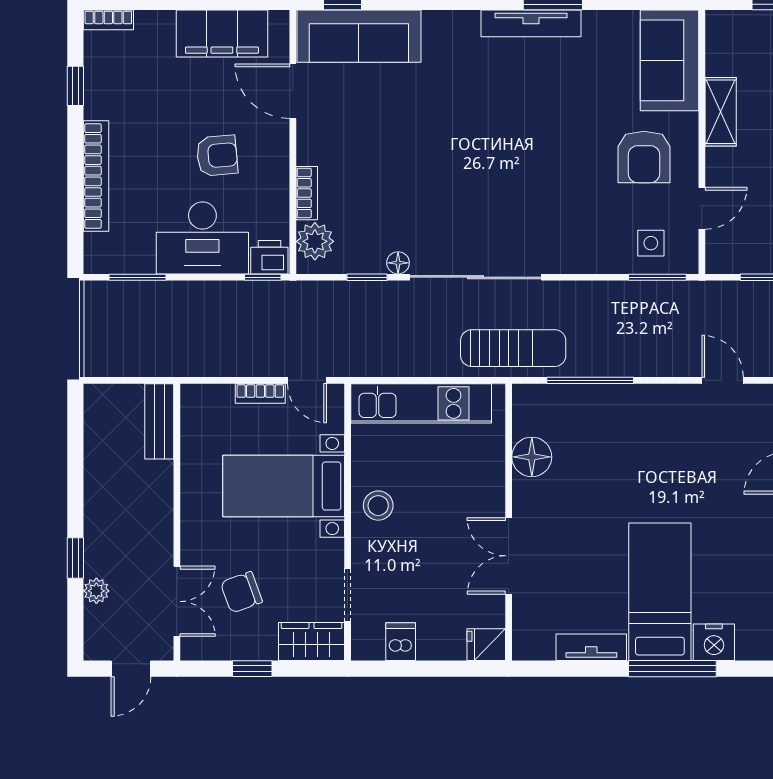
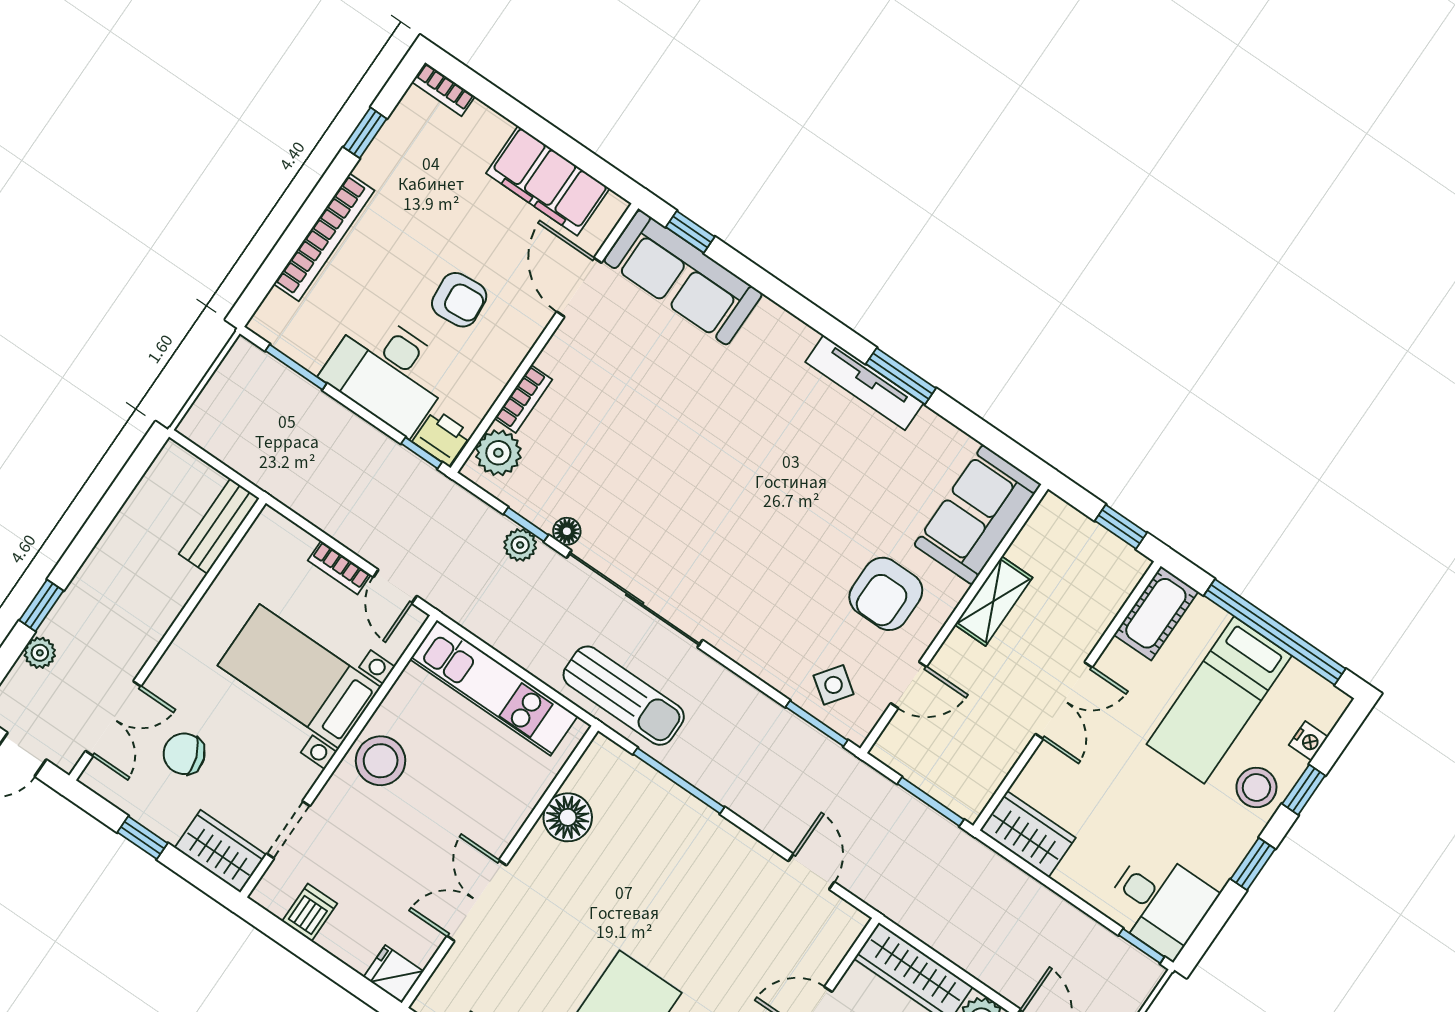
side table: (651, 243) -> (834, 685), turned 36
plant: (373, 294) -> (520, 545), added
stool: (378, 506) -> (381, 761), width x1.38, depth x1.38

